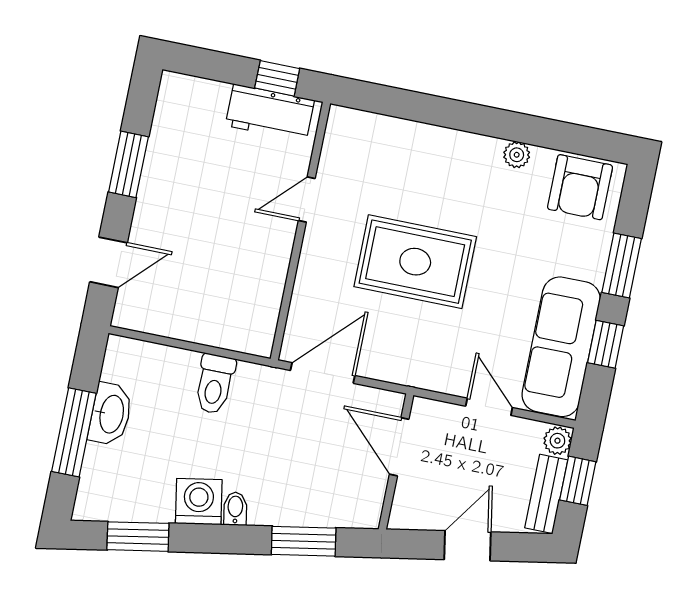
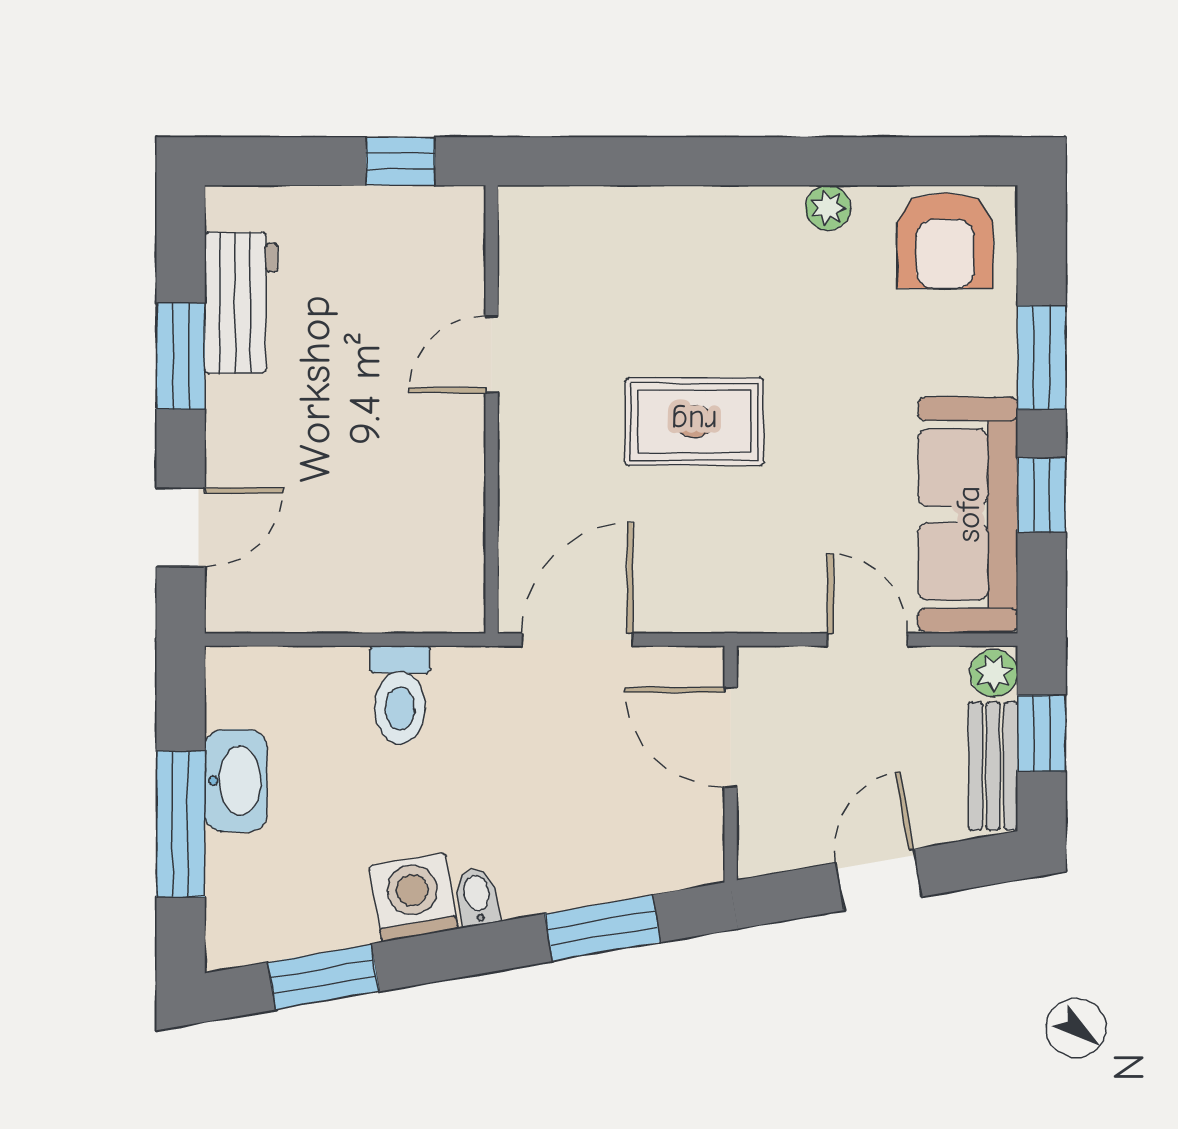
workbench: (270, 113) -> (241, 303), moved, turned -90
rug: (415, 262) -> (694, 422), width x0.73, depth x0.70

